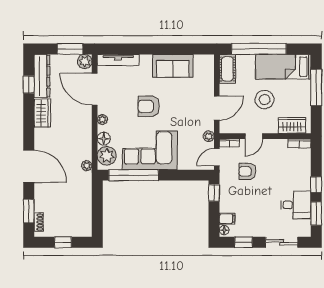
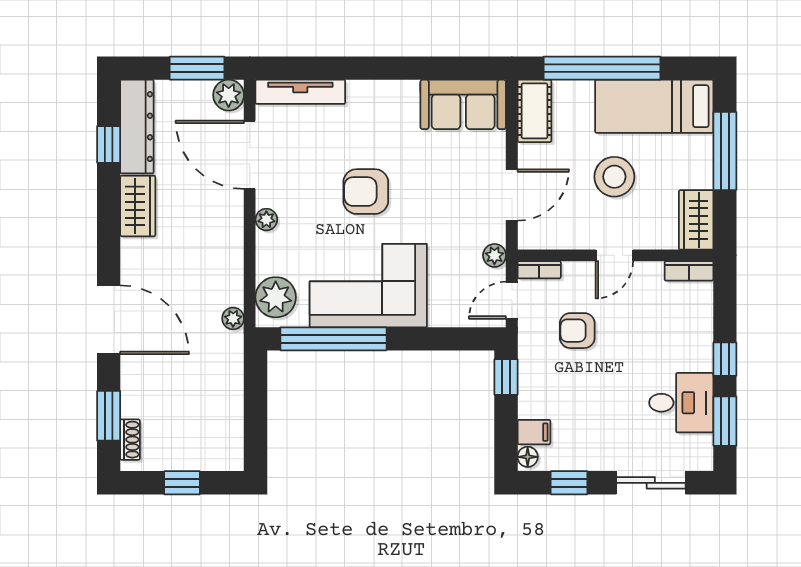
sofa: (173, 66) -> (463, 104), moved
wardrobe: (292, 125) -> (696, 220), moved, turned -90
door: (254, 136) -> (614, 255), moved
floor lamp: (104, 139) -> (269, 261), removed

